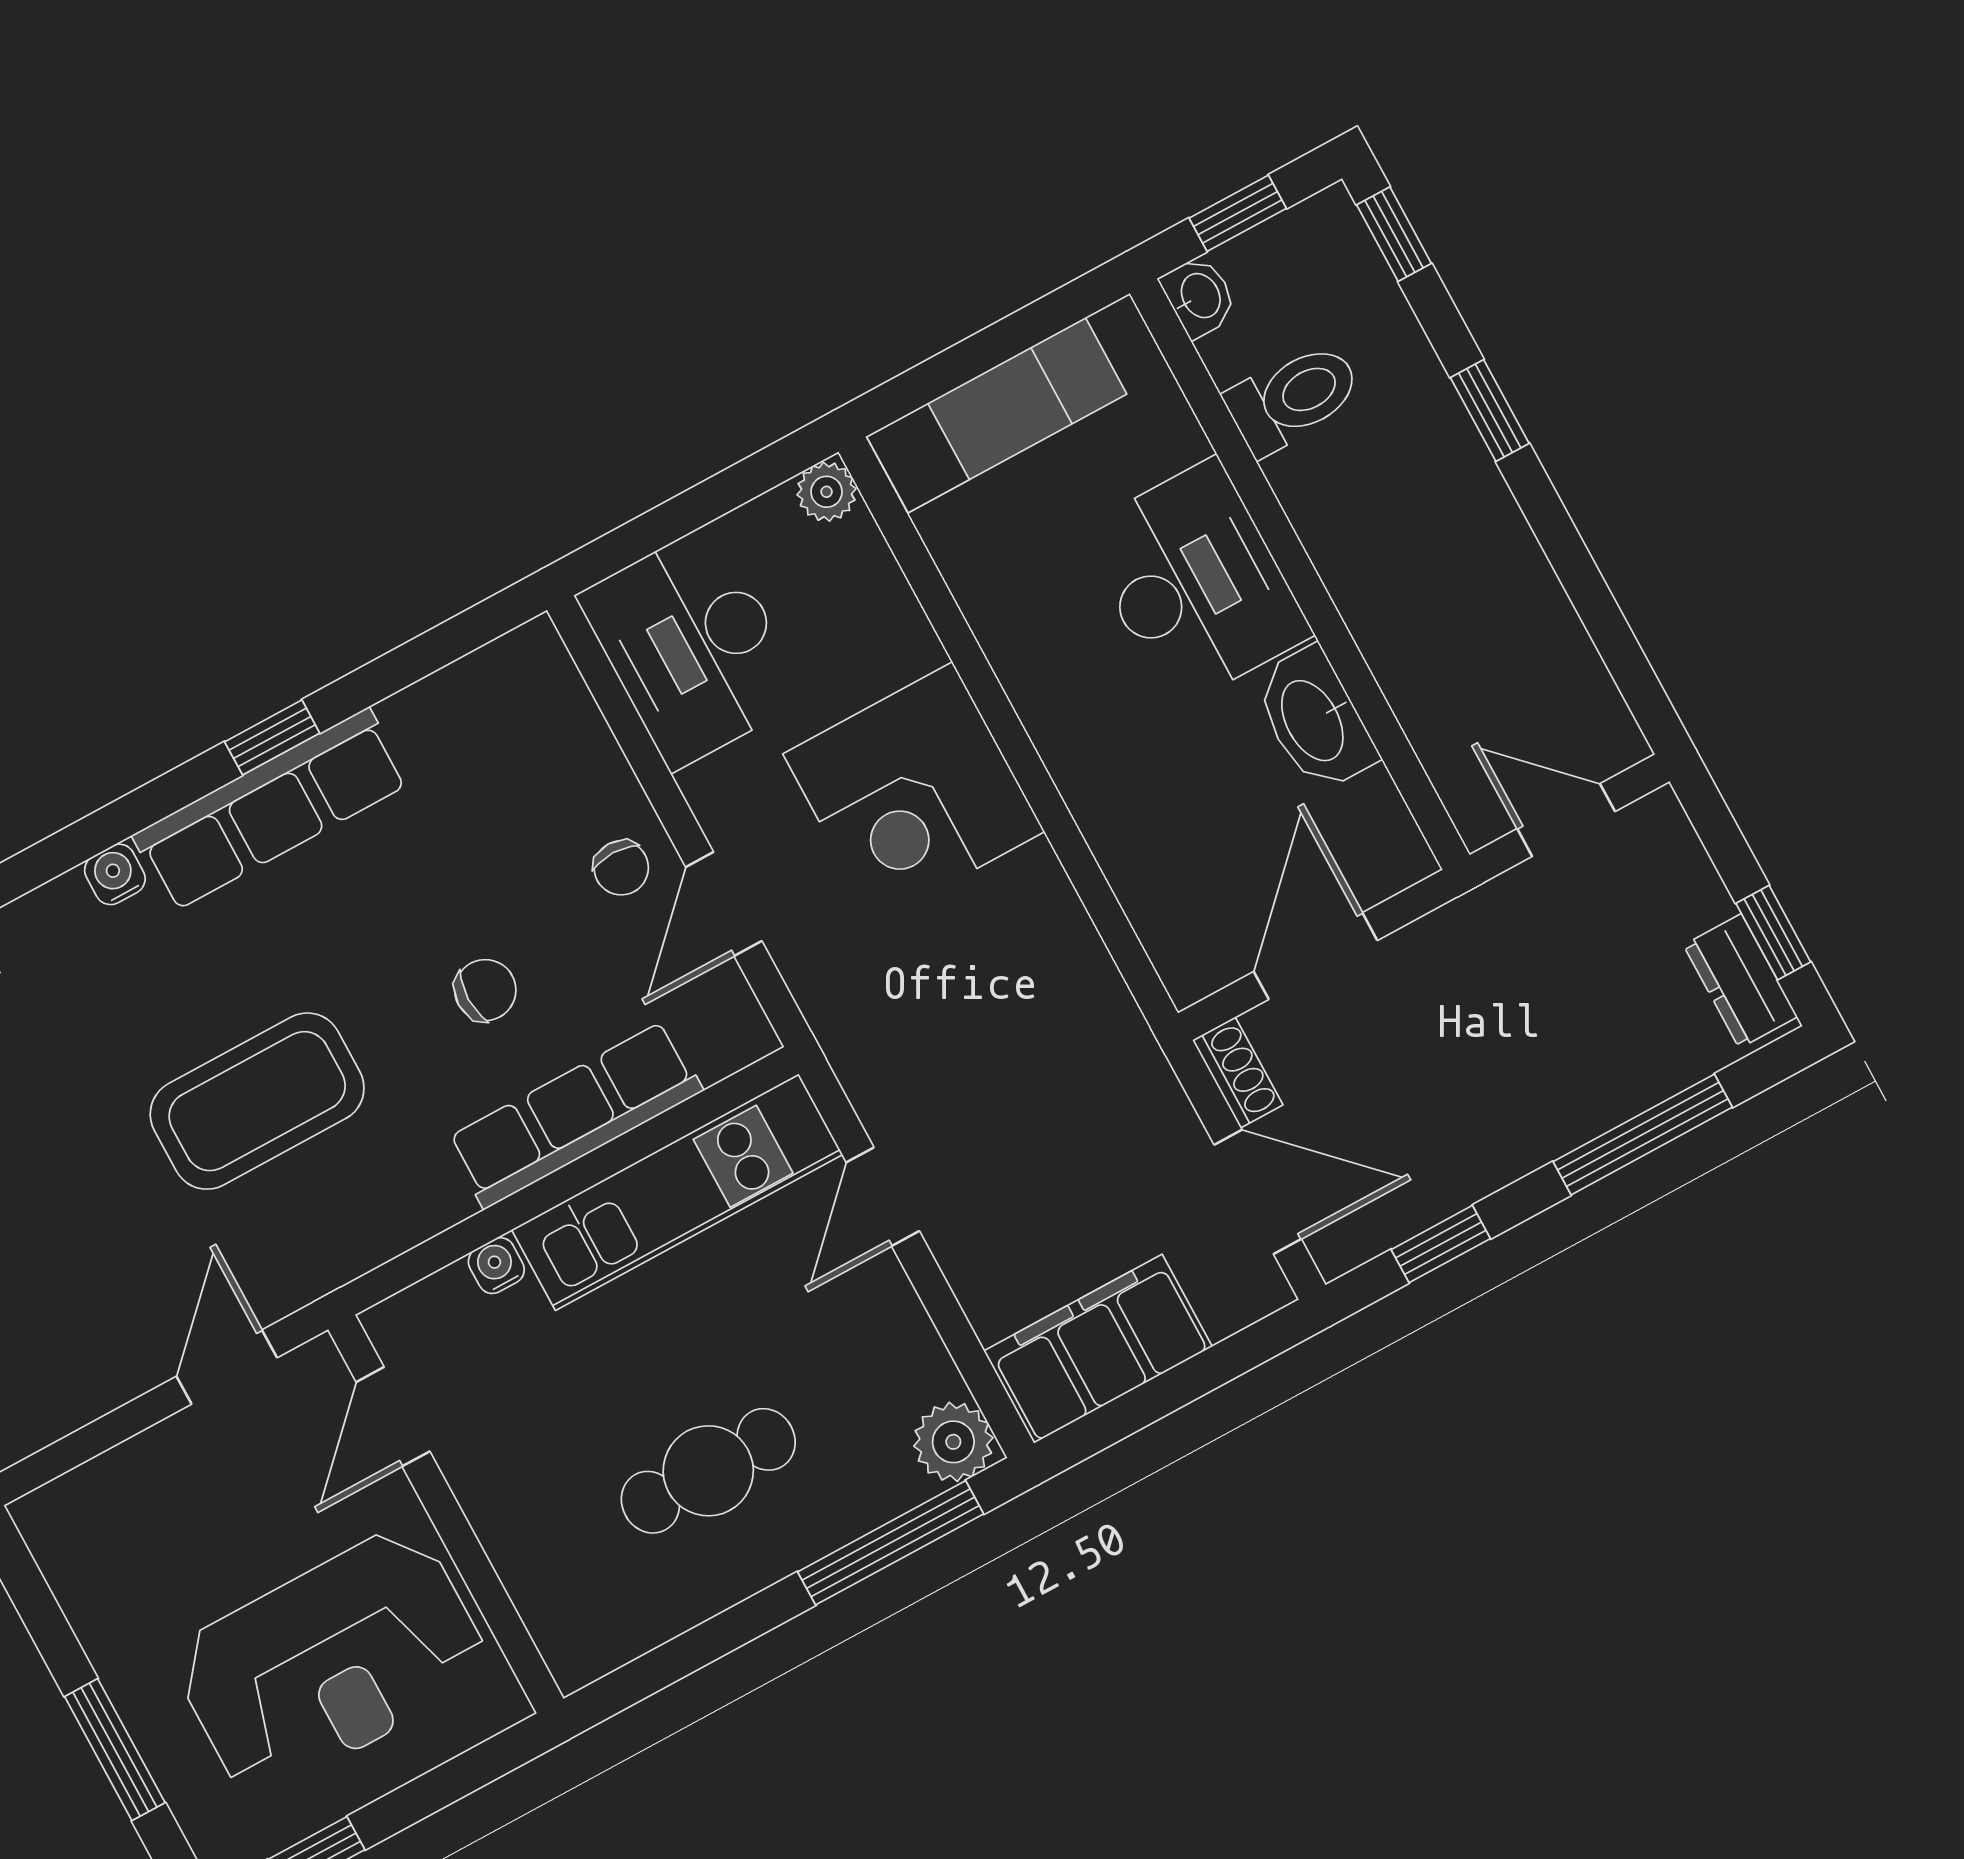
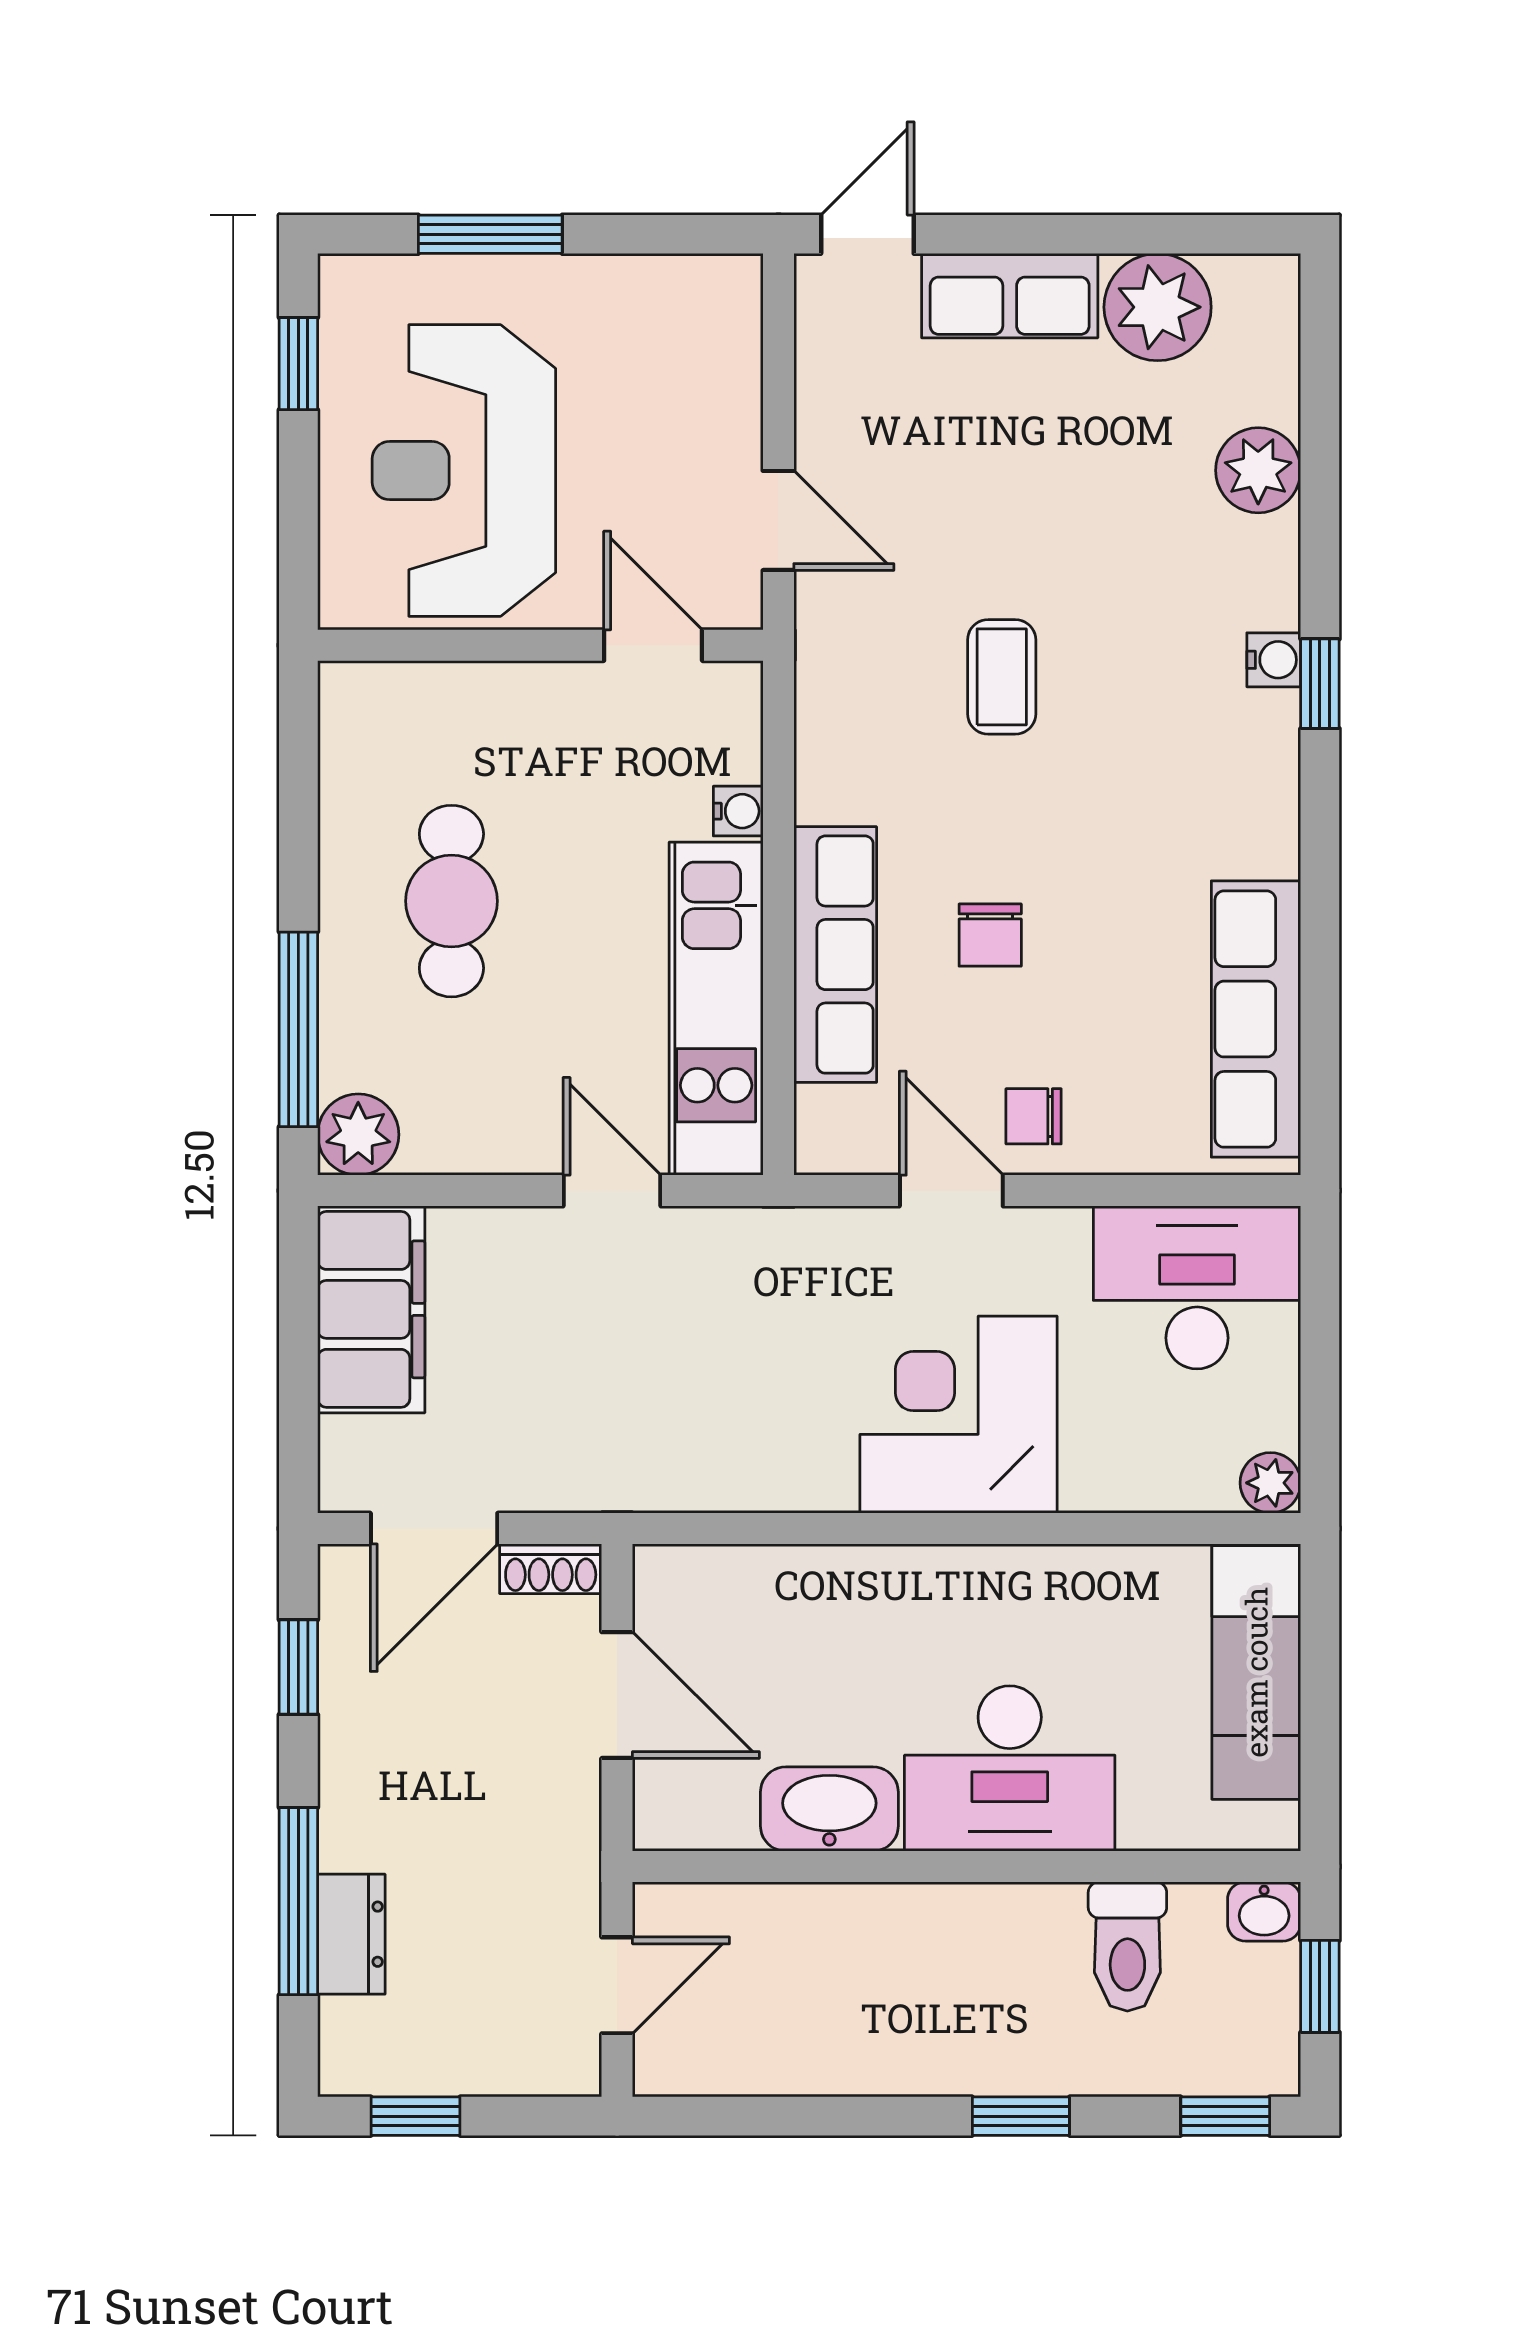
window: (272, 737) -> (1320, 684), moved
row of seats: (271, 809) -> (1256, 1019), moved
dresser: (1740, 981) -> (351, 1934), moved, turned 90
coffee table: (257, 1101) -> (1002, 677), width x0.54, depth x0.58

